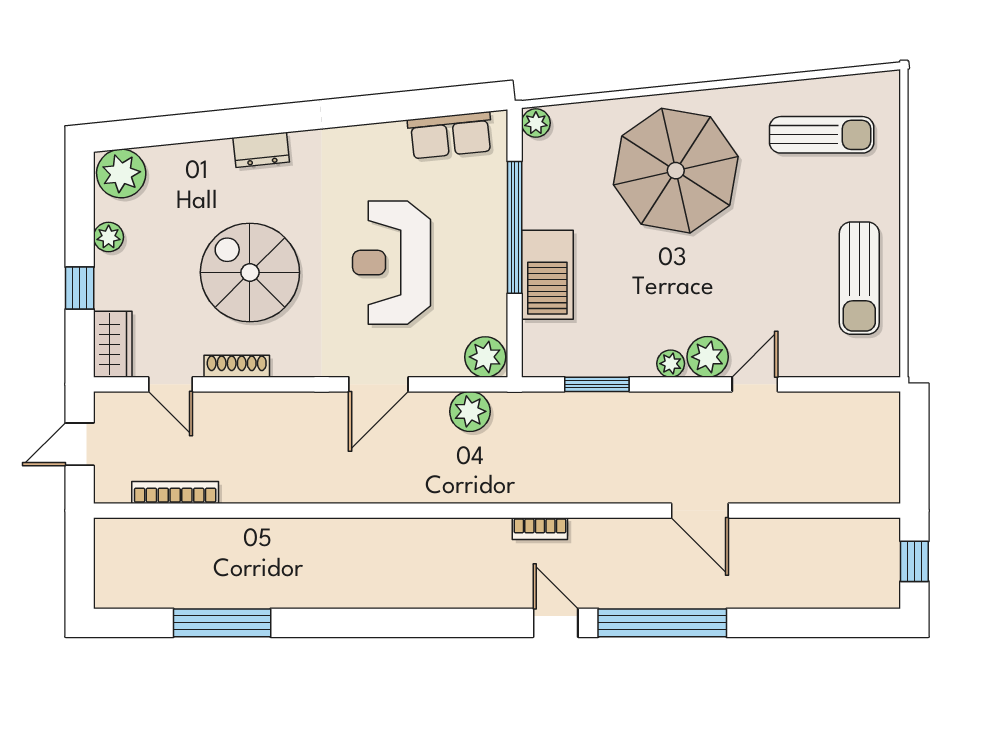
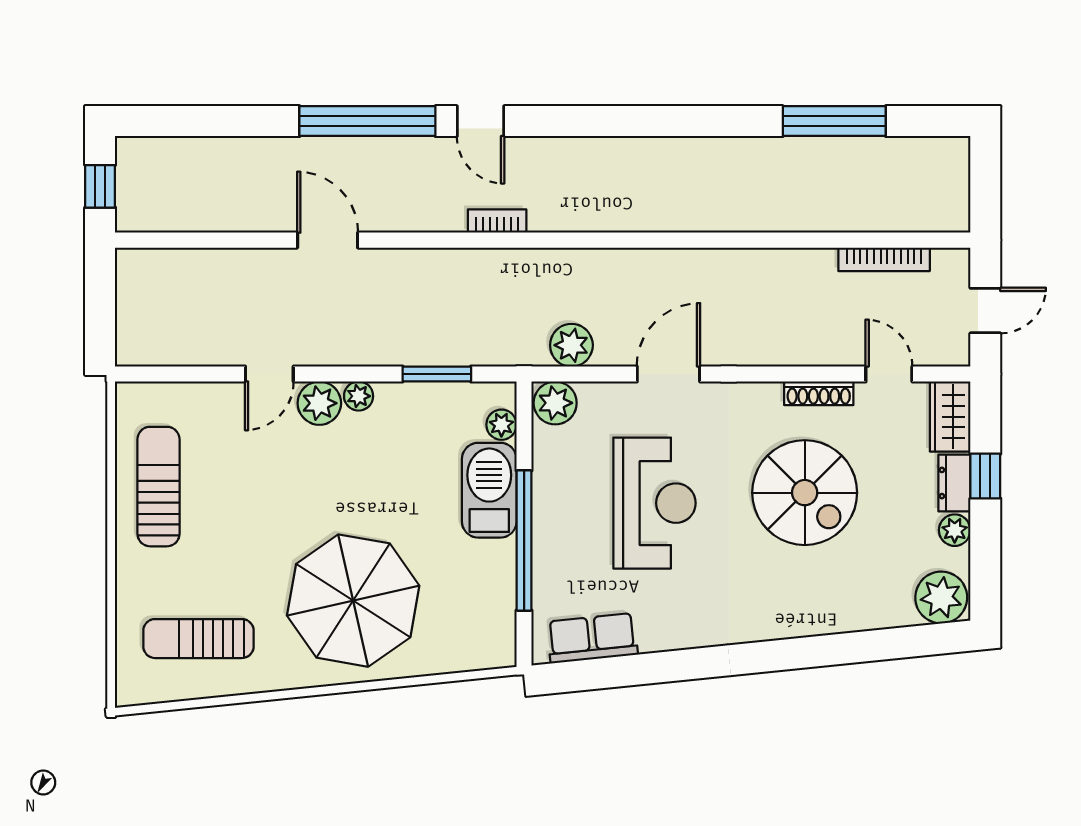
plant: (536, 123) -> (501, 425), moved
dresser: (261, 150) -> (954, 483), moved, turned -84

